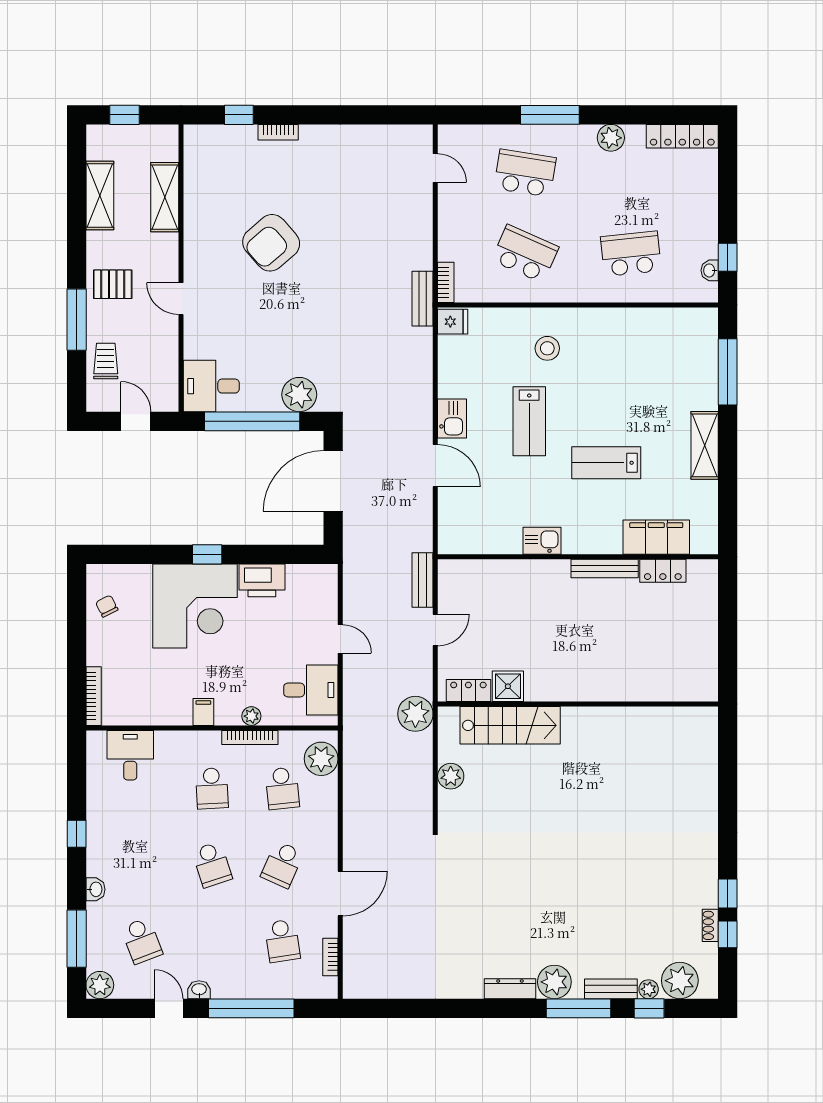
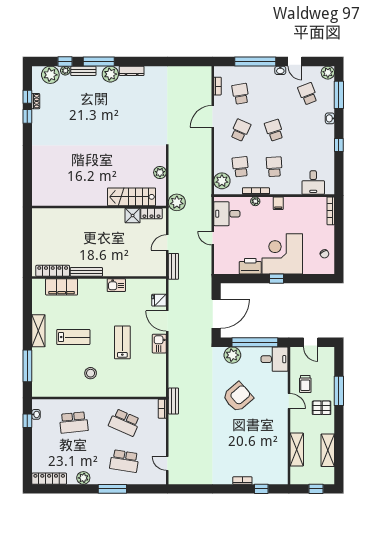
armchair: (271, 243) -> (238, 397), moved
fridge: (453, 322) -> (159, 300), moved
stool: (547, 348) -> (91, 373), moved
trolley: (106, 361) -> (305, 384), moved
lab bench: (606, 463) -> (73, 337), moved
locker: (663, 571) -> (53, 271), width x1.53

